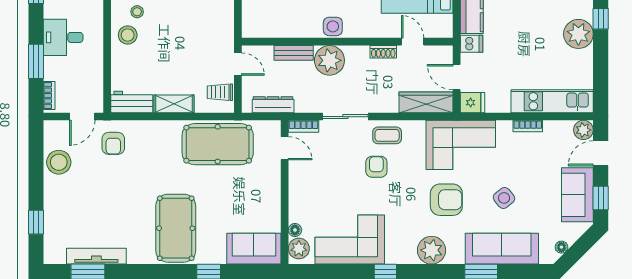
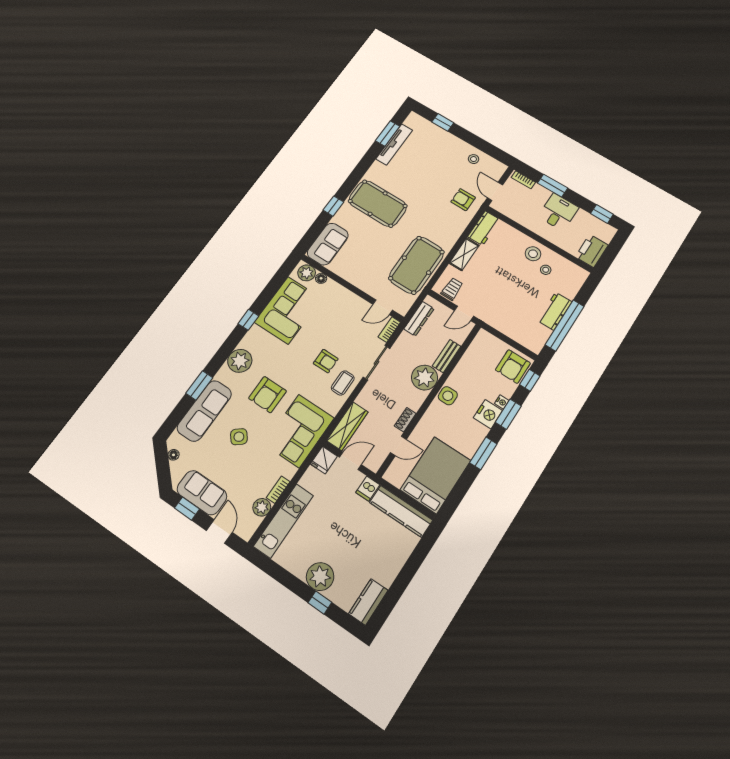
plant: (583, 130) -> (262, 507), moved
stool: (59, 162) -> (474, 159), width x0.53, depth x0.53

